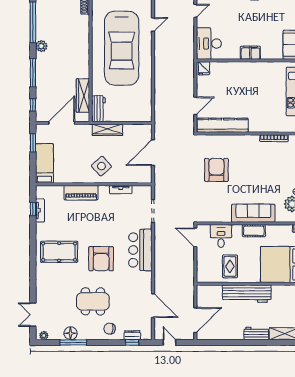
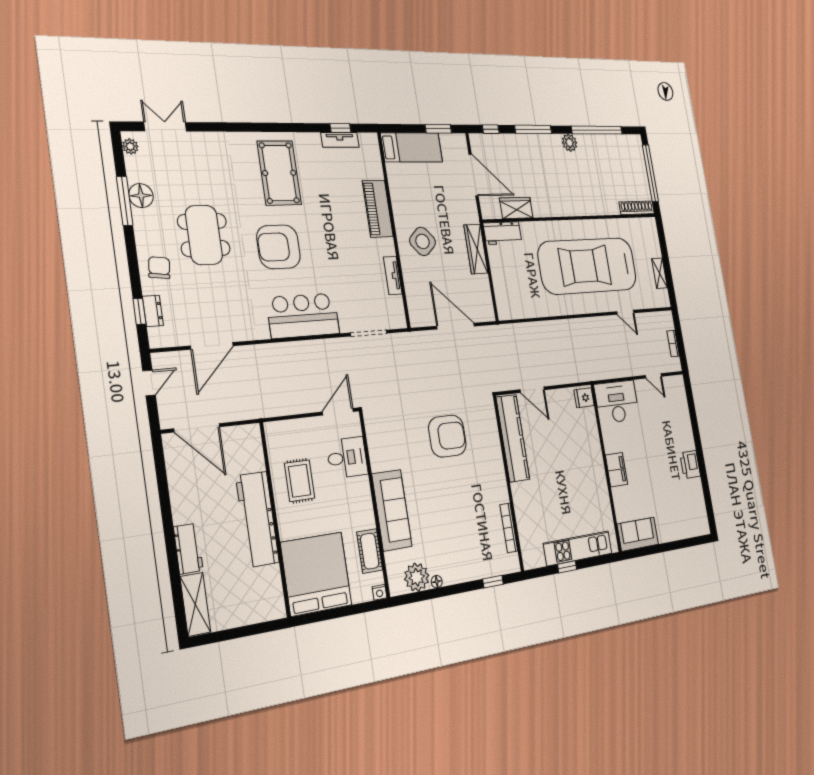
wardrobe: (83, 95) -> (516, 208), width x0.67
cot: (254, 231) -> (370, 551), moved
rug: (230, 266) -> (299, 481), turned 90

